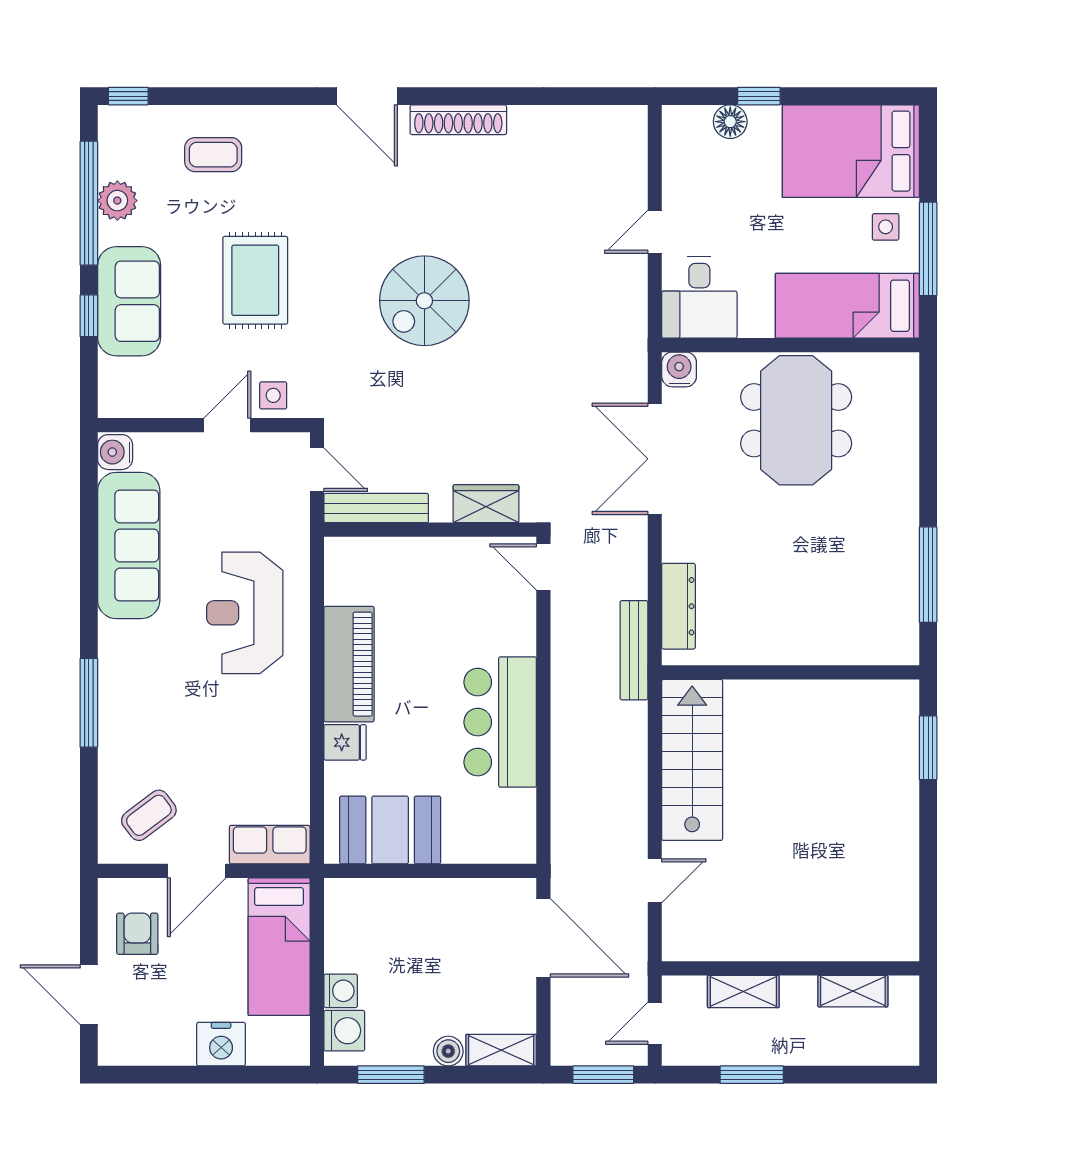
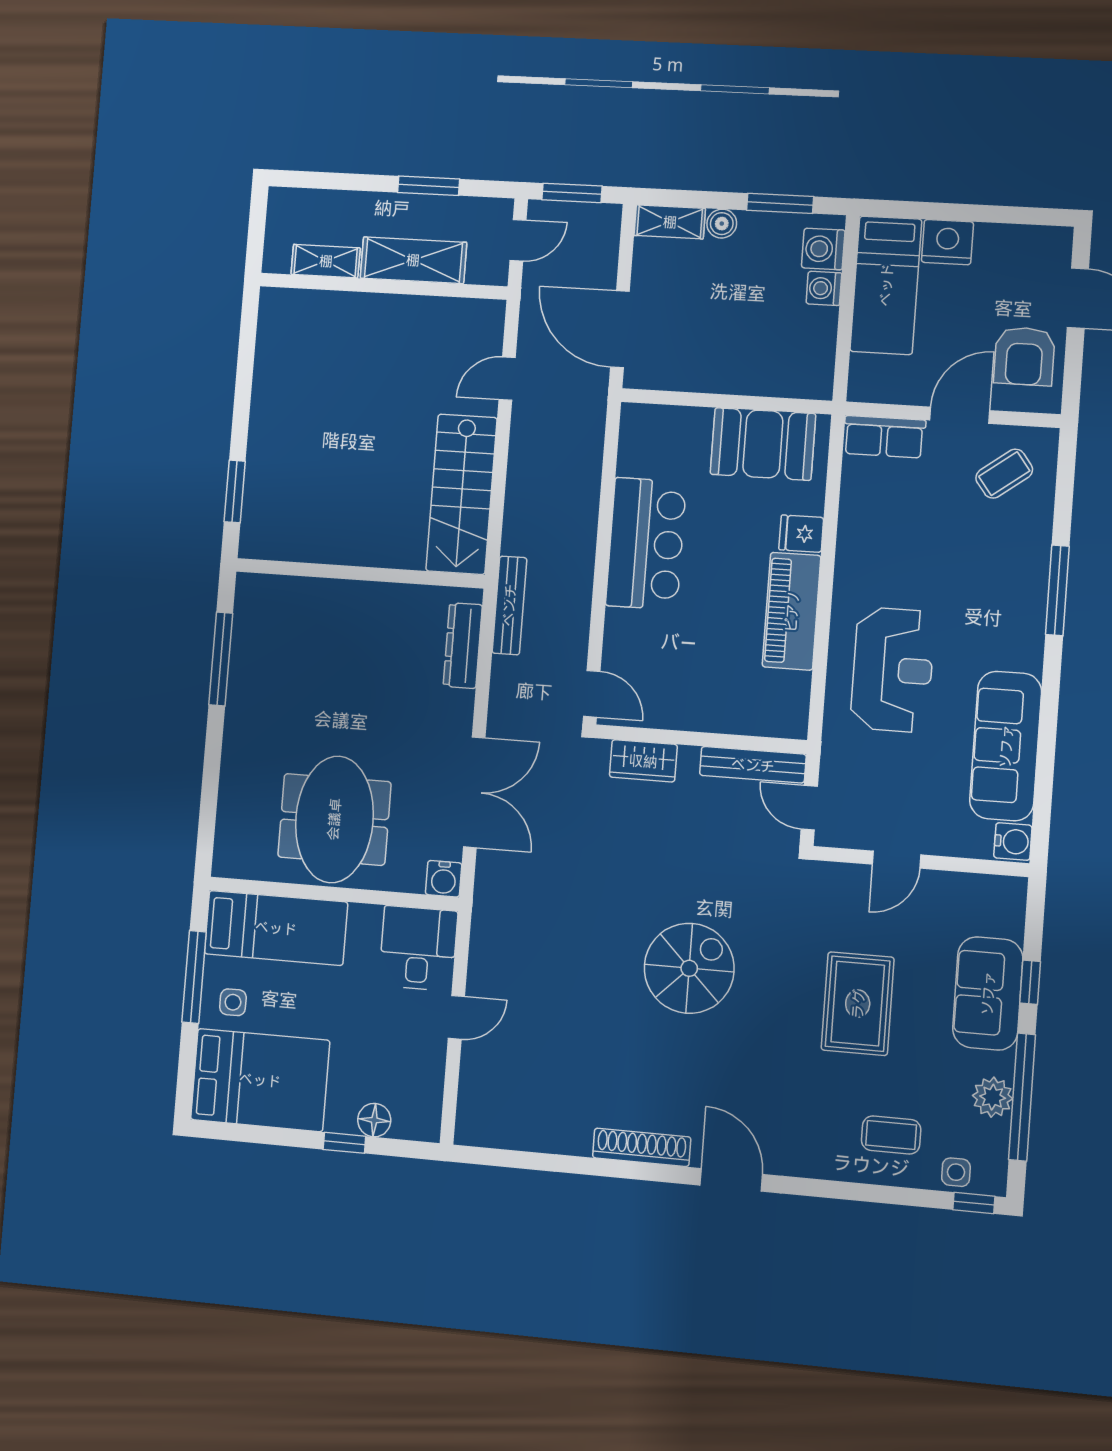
side table: (273, 395) -> (956, 1172), moved
armchair: (137, 934) -> (1024, 356), width x1.38, depth x1.38
bed: (279, 947) -> (886, 285), moved, turned 180
shelving: (743, 992) -> (413, 260), width x1.50, depth x1.33

